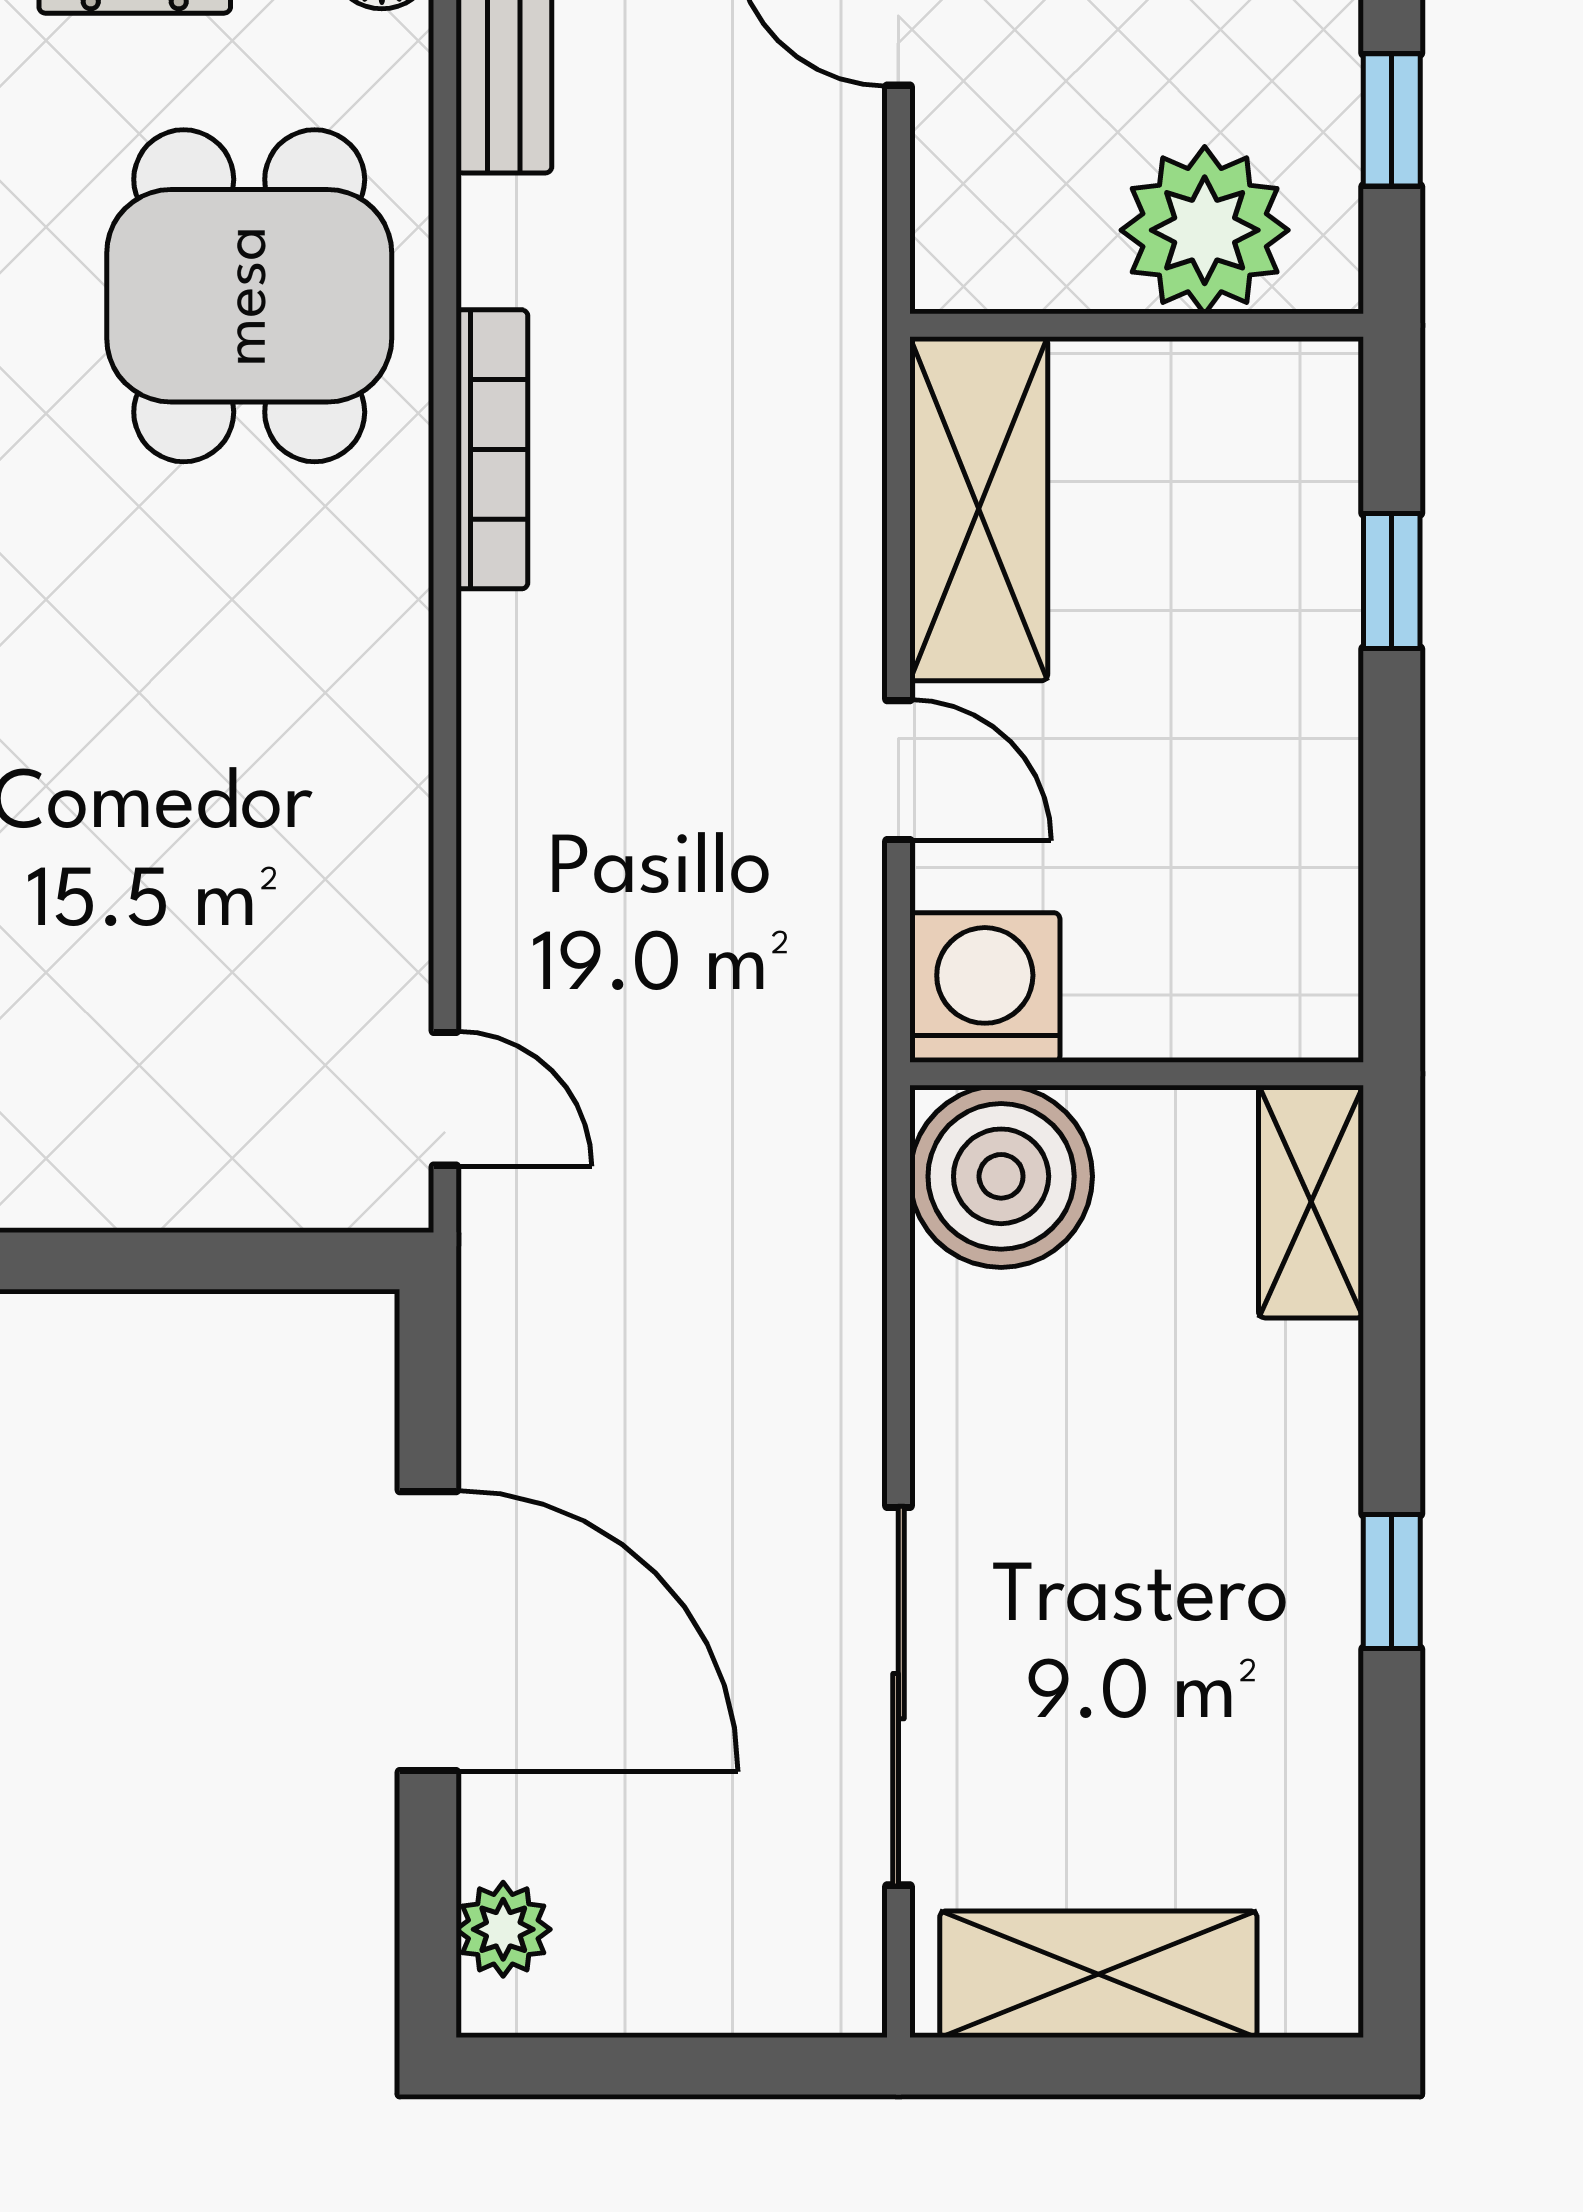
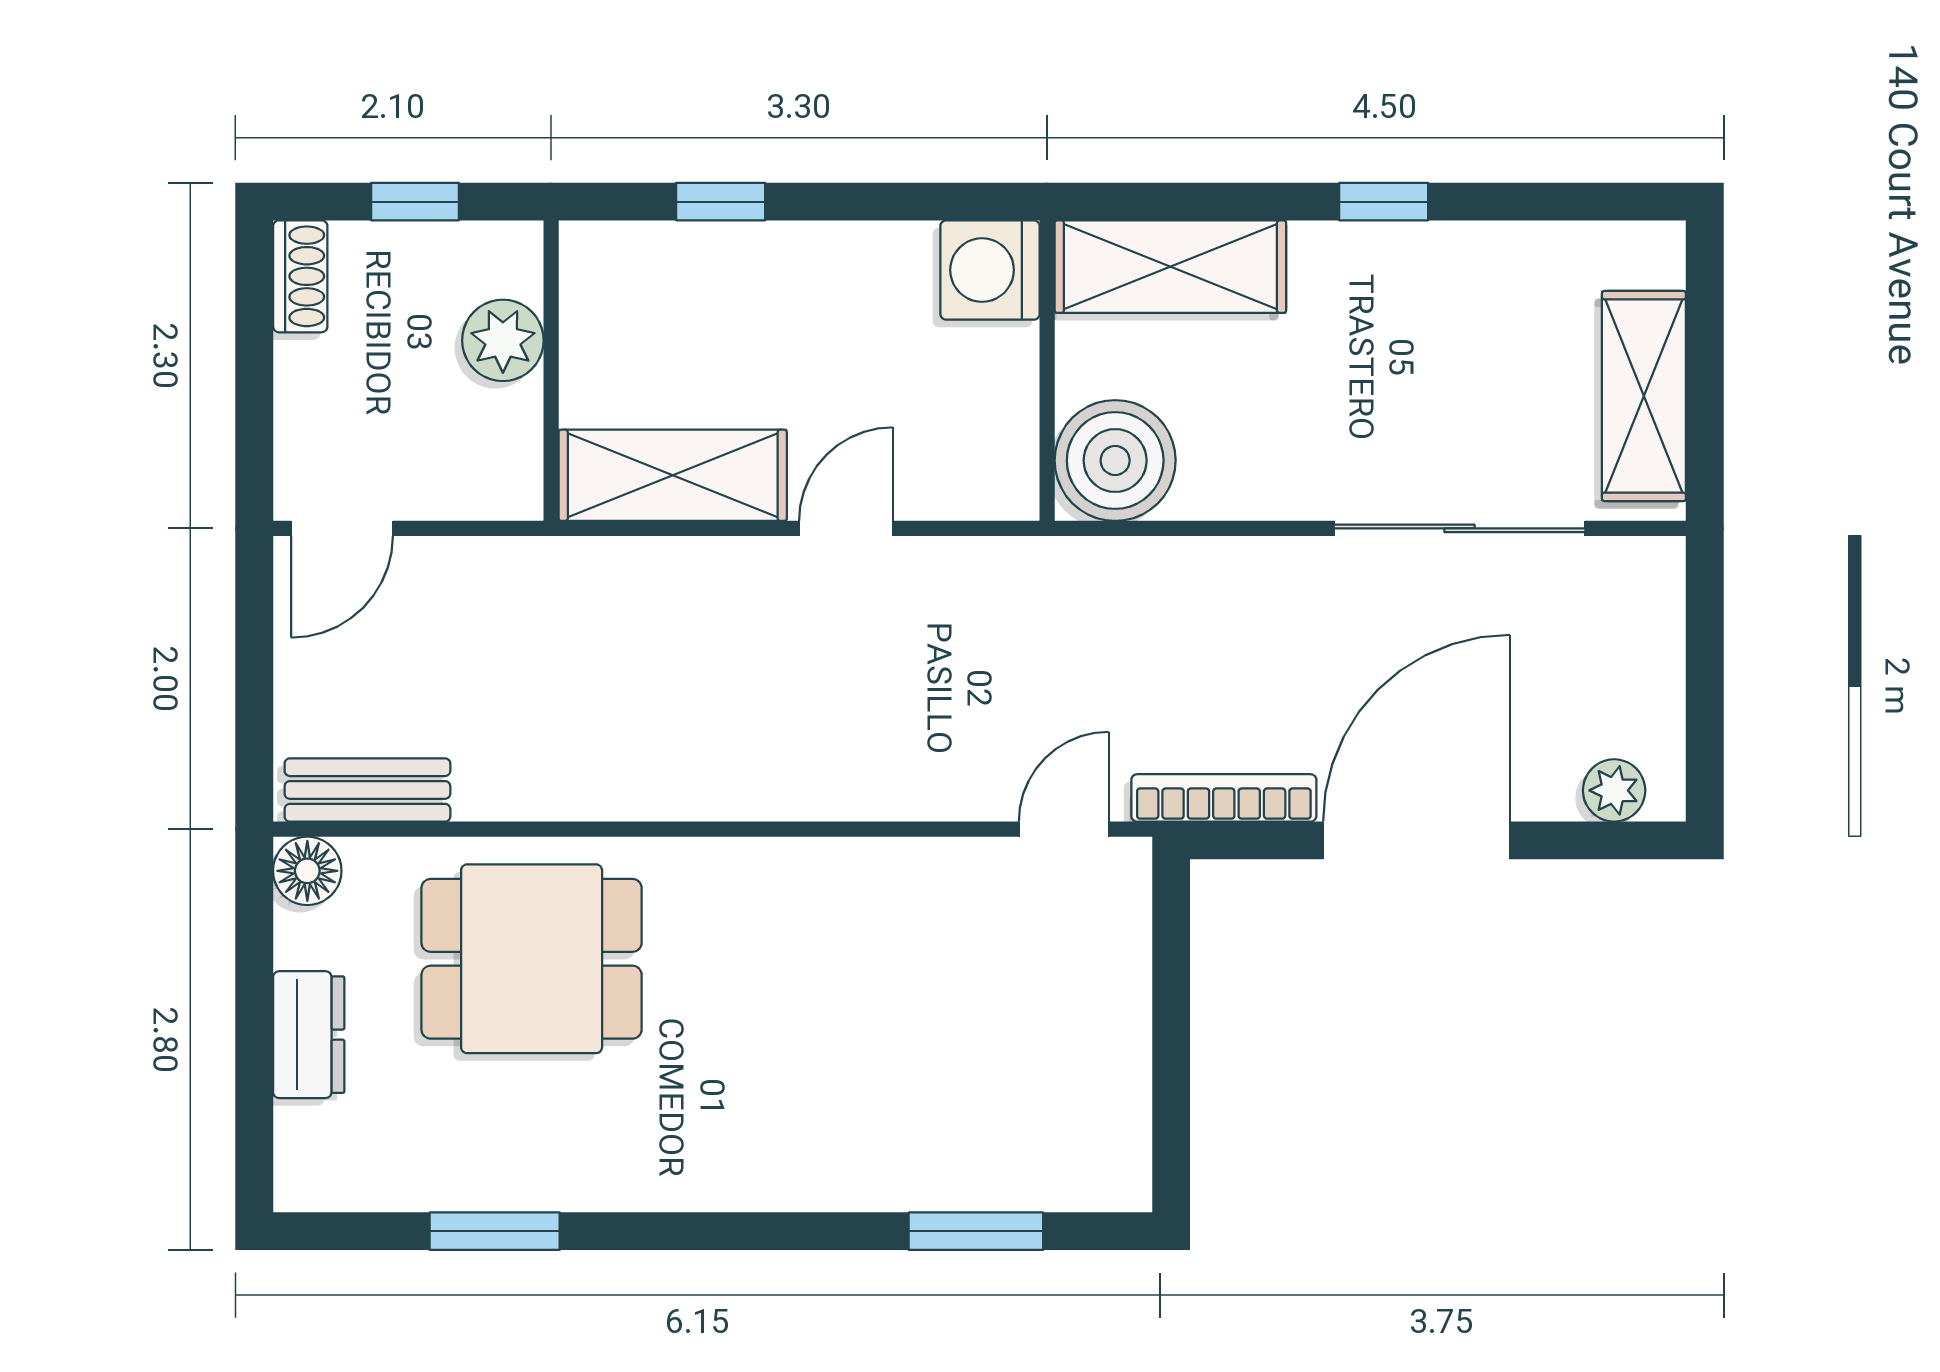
plant: (1205, 230) -> (503, 340), width x0.73, depth x0.73
bookcase: (492, 449) -> (1224, 798), moved
washing machine: (985, 987) -> (990, 270), moved
shelving: (1311, 1202) -> (1170, 267), width x1.50, depth x1.33

